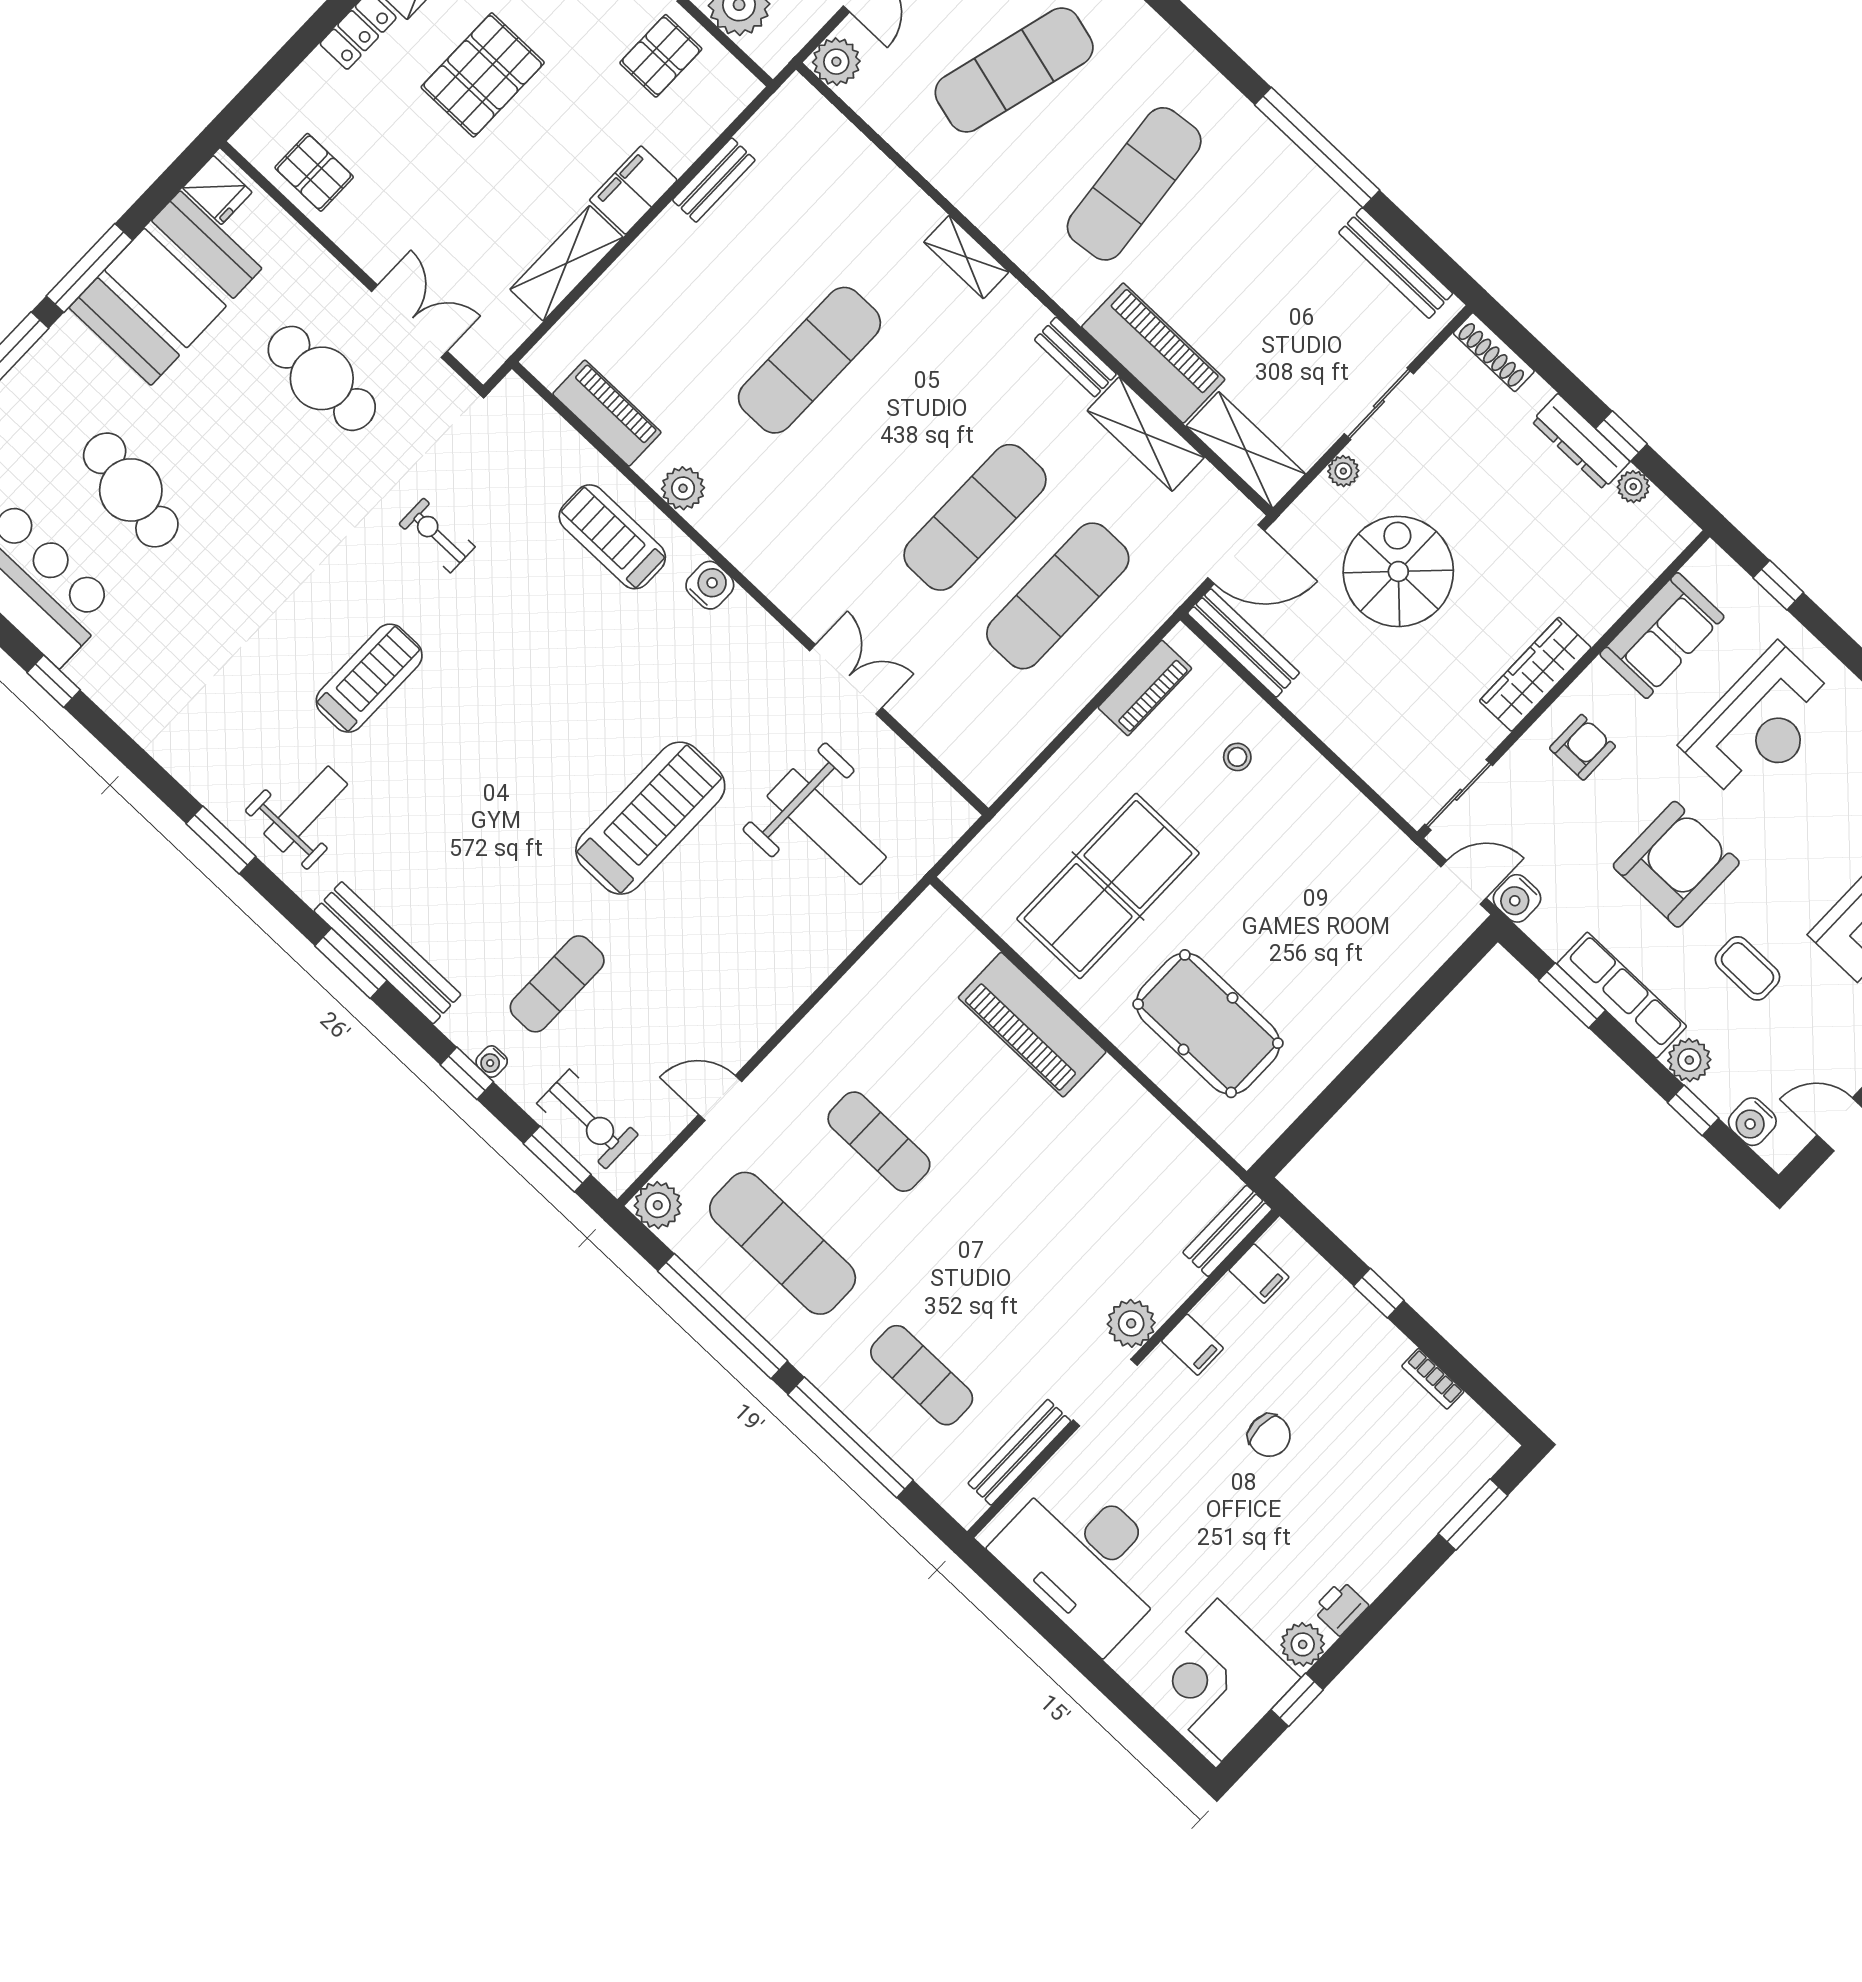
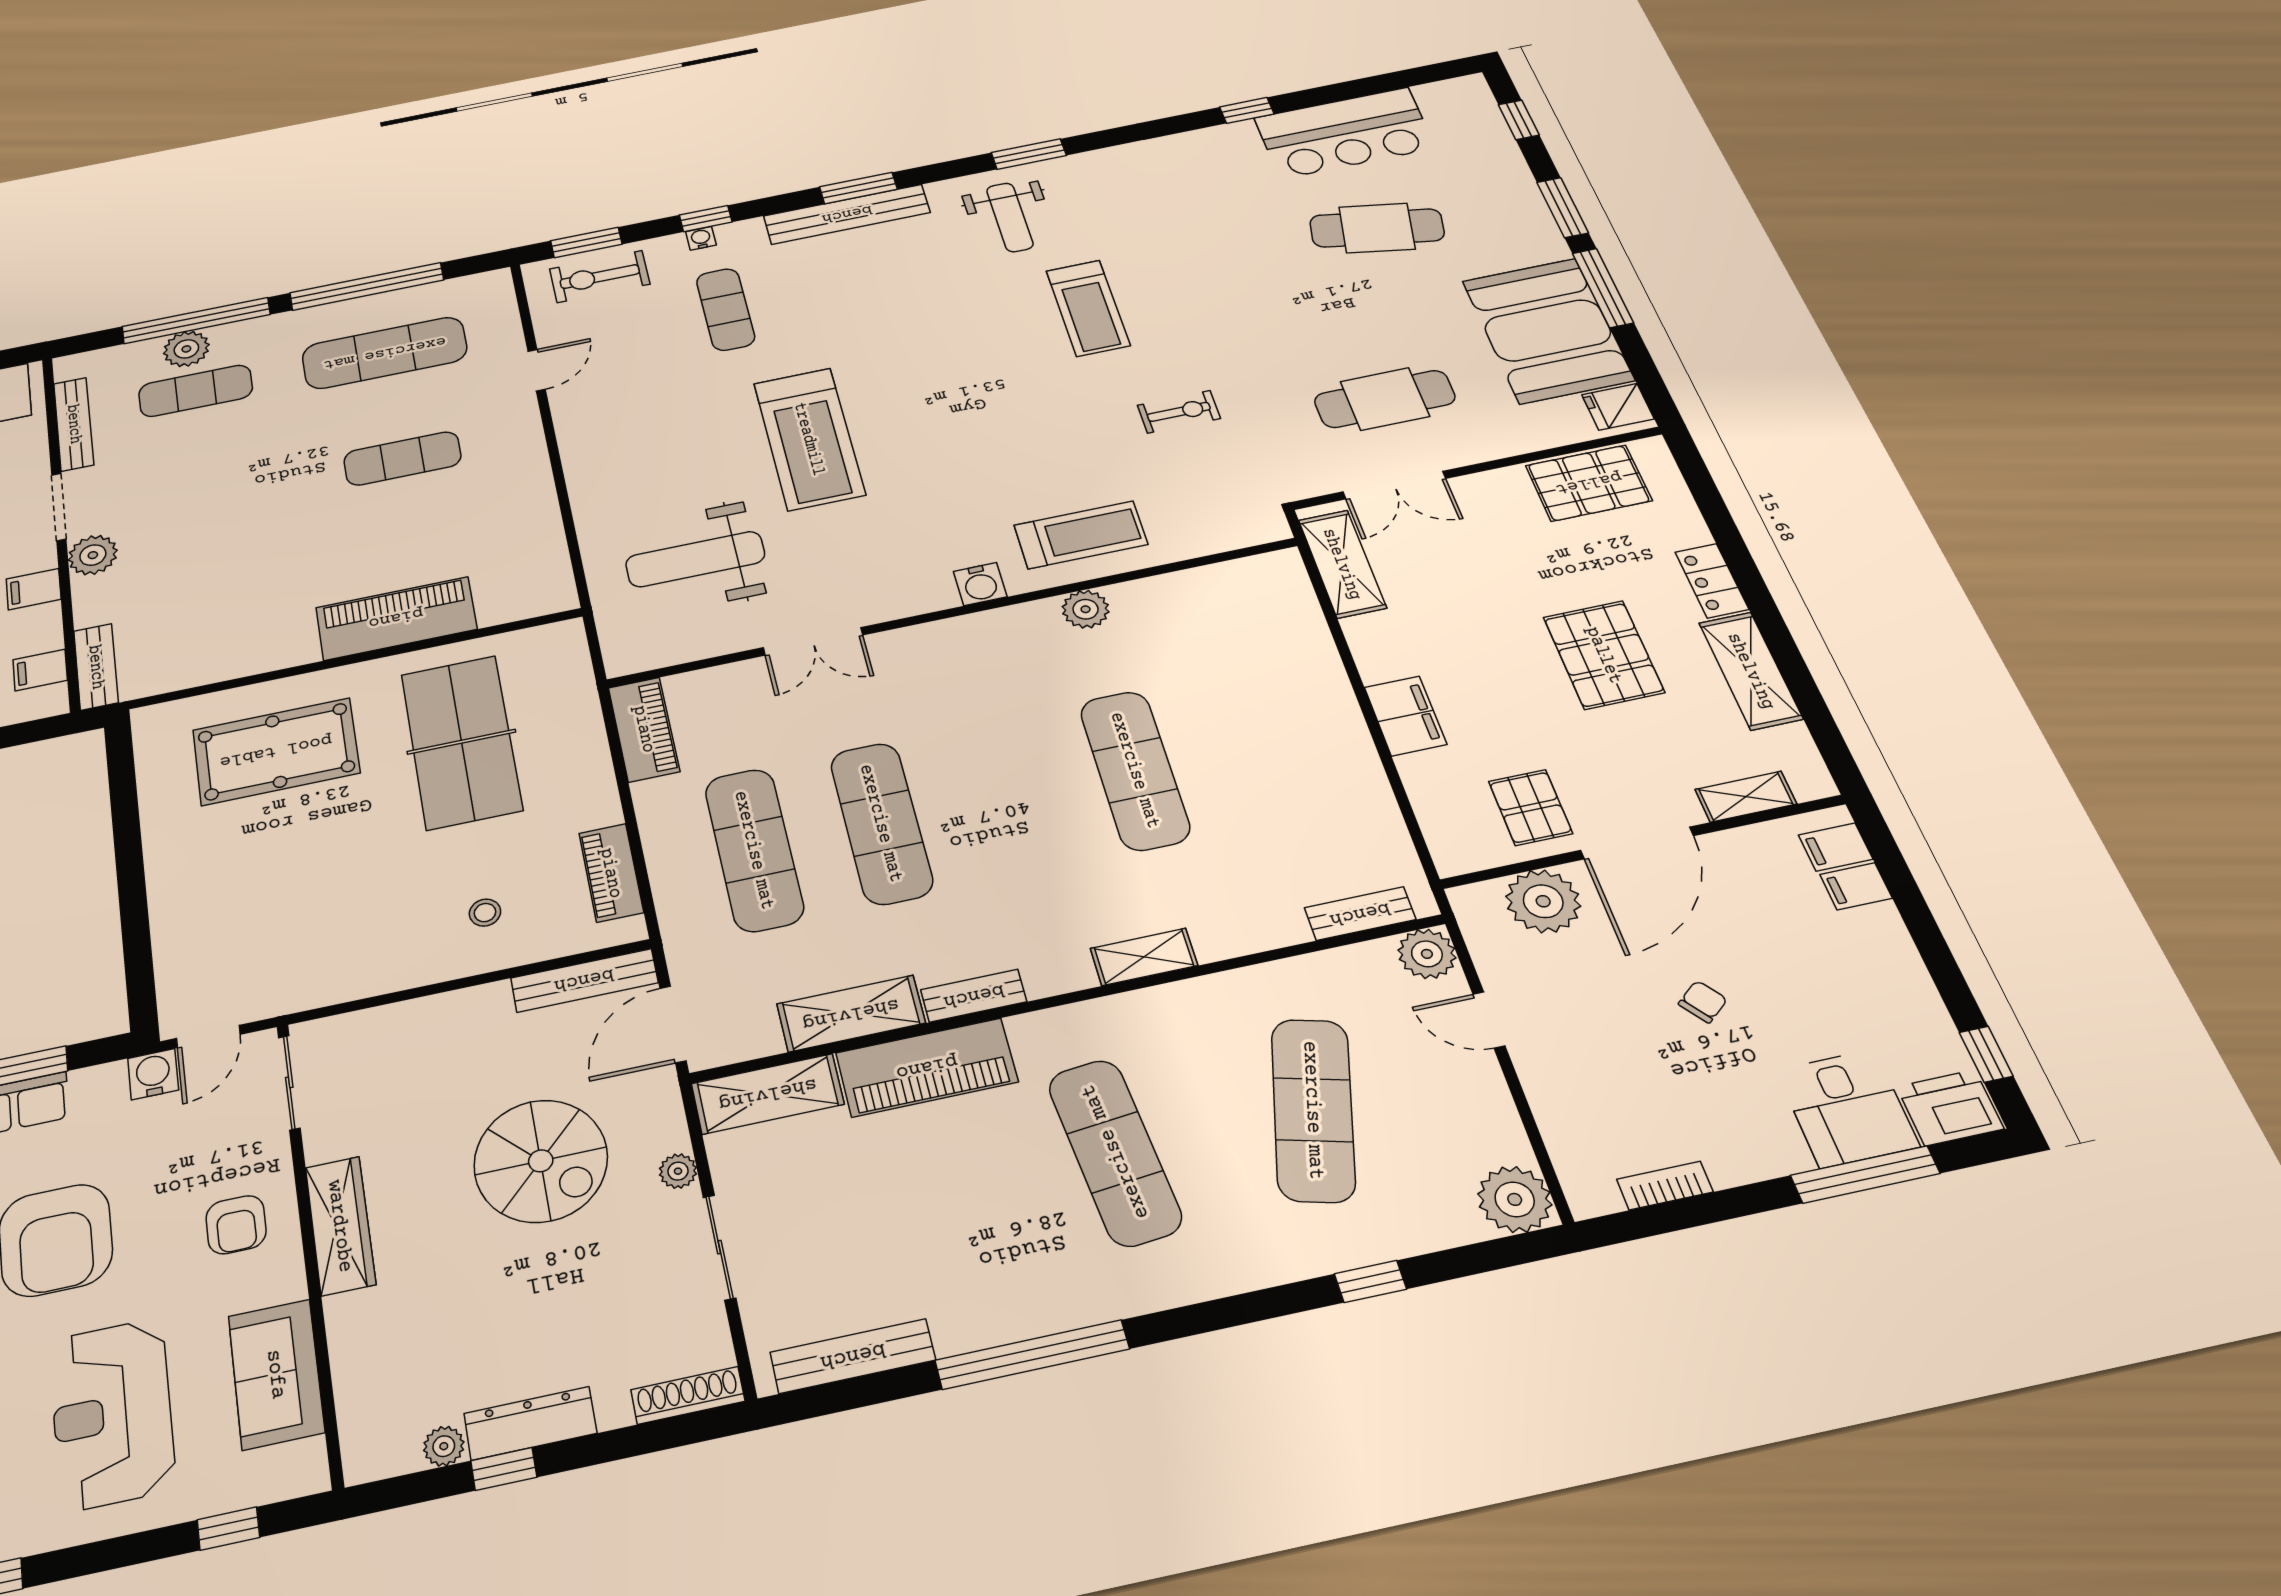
pallet: (314, 172) -> (1589, 483), width x1.50, depth x1.42
bench: (714, 180) -> (1360, 914), moved, turned 90
shelving: (566, 263) -> (1342, 564), moved
piano: (607, 413) -> (644, 729), moved, turned -90
plant: (658, 1205) -> (186, 349), moved

